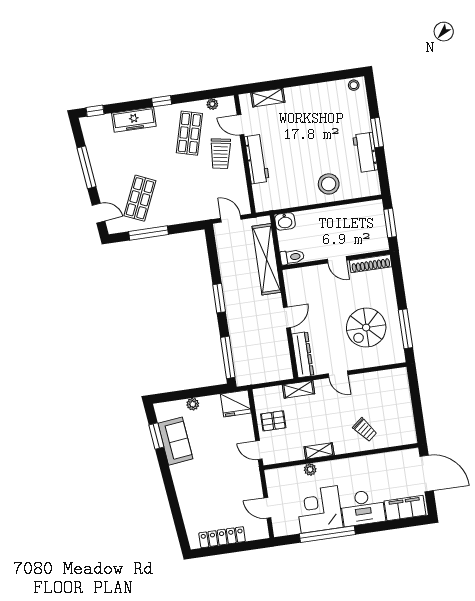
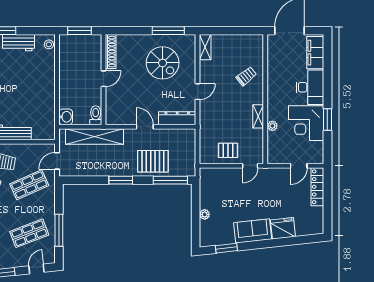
stool: (329, 184) -> (49, 44), moved, width x0.53, depth x0.53
shop shelf: (198, 190) -> (29, 185), added
shop shelf: (140, 198) -> (29, 233), turned -45
pallet: (247, 333) -> (153, 161), added
shelving: (299, 389) -> (205, 47), moved
fridge: (236, 403) -> (283, 228), moved, turned -96
pallet: (273, 421) -> (228, 150), turned 90
sofa: (175, 441) -> (253, 231), moved
window: (327, 534) -> (327, 119), width x0.47
locker: (222, 537) -> (317, 187), moved

